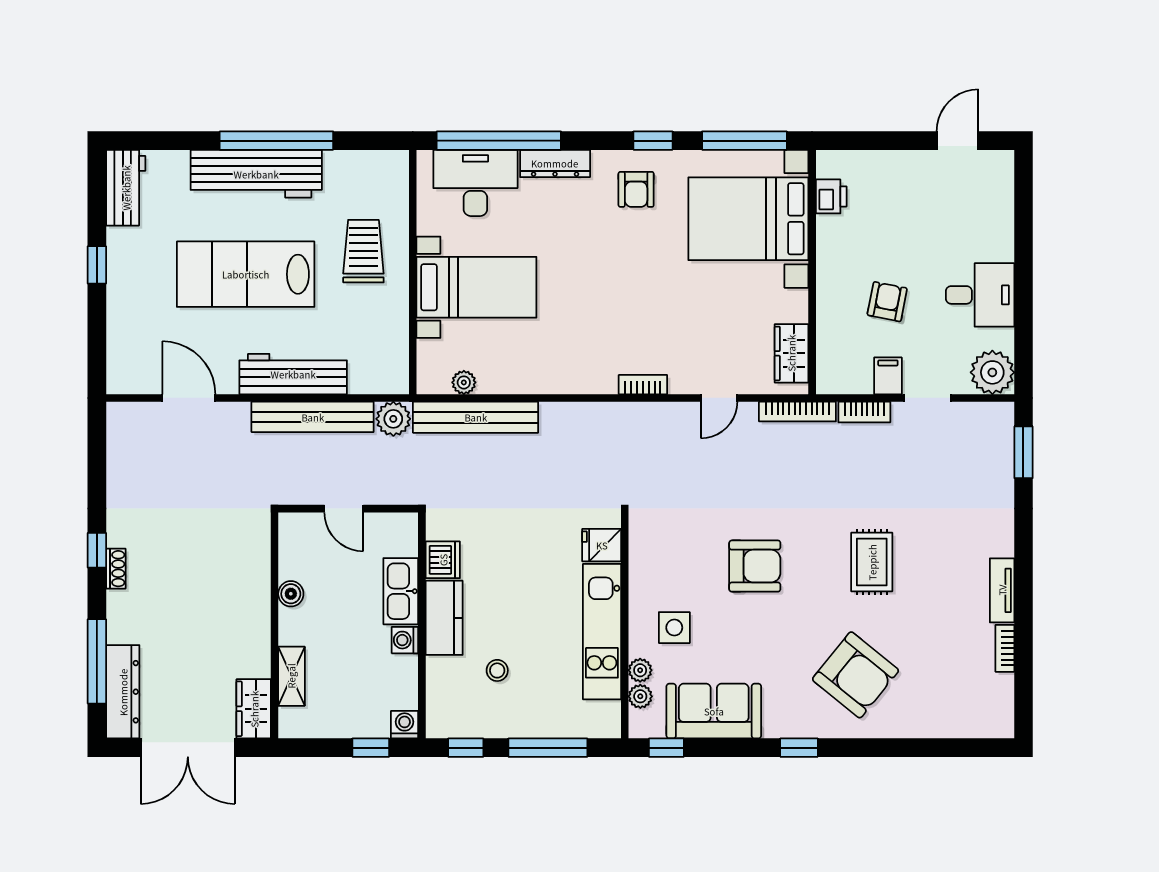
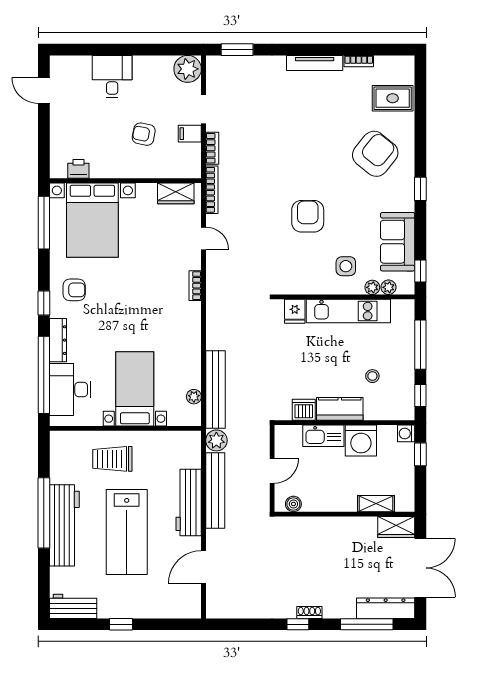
window: (653, 141) -> (44, 303), moved
desk: (980, 295) -> (112, 77), moved
rug: (872, 562) -> (393, 98), moved
tv unit: (1002, 590) -> (315, 63), width x1.41
boiler: (291, 594) -> (293, 504), moved
washing machine: (405, 640) -> (361, 441), width x1.89, depth x1.89

